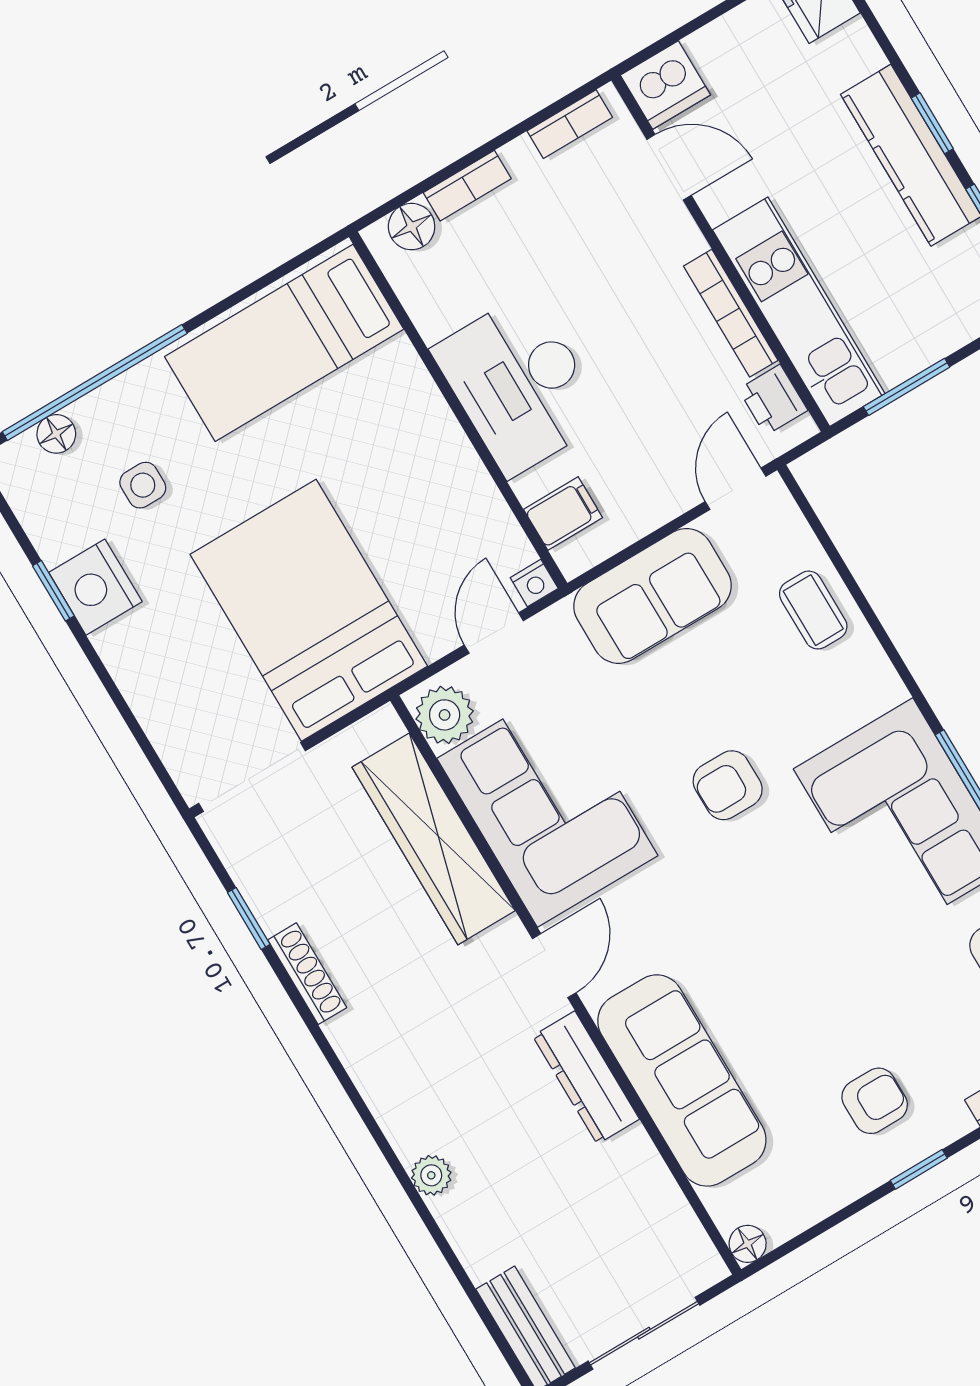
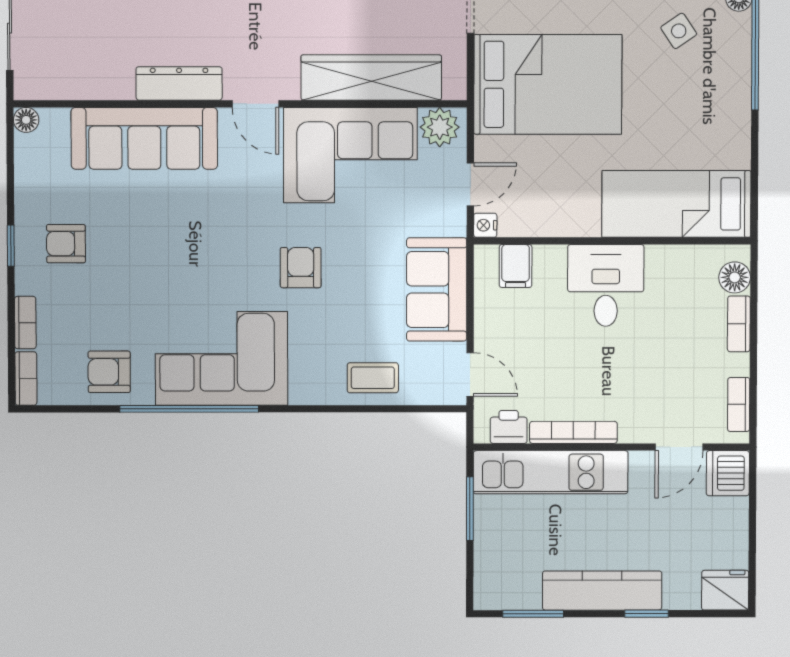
window: (932, 123) -> (647, 614), moved
bed: (284, 343) -> (676, 204), moved, turned -90
desk: (519, 384) -> (606, 285), width x0.73
side table: (143, 485) -> (679, 31), turned -34
door: (494, 633) -> (470, 184), hinge flipped
armchair: (875, 1101) -> (66, 244), turned 90

